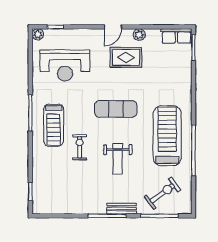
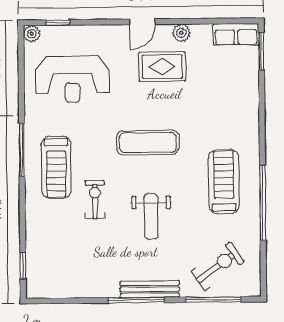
treadmill: (167, 136) -> (224, 182), width x0.73, depth x0.73
bench: (122, 208) -> (150, 289), width x1.36

